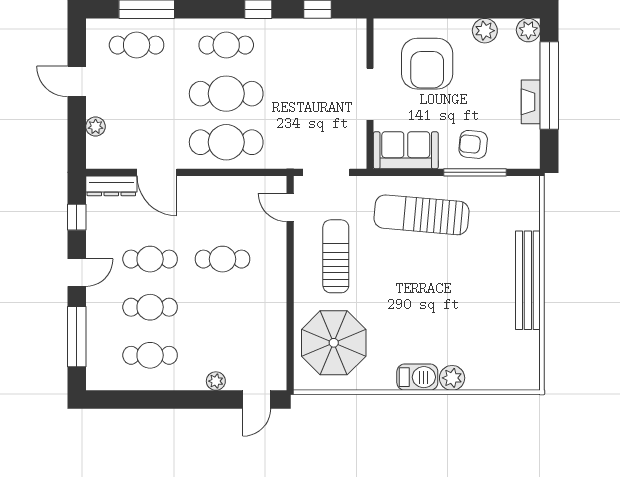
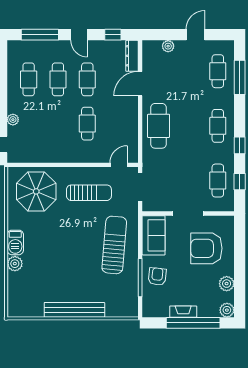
cafe table: (226, 94) -> (218, 181), moved, width x0.73, depth x0.74

